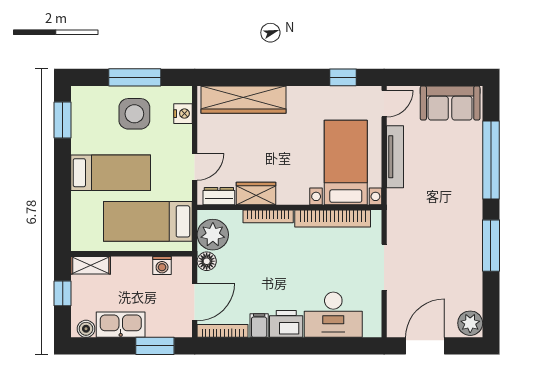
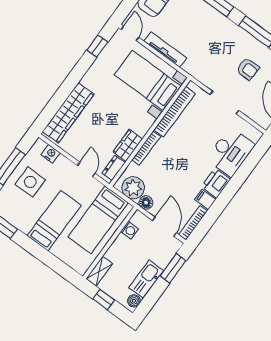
armchair: (441, 266) -> (248, 69), added

